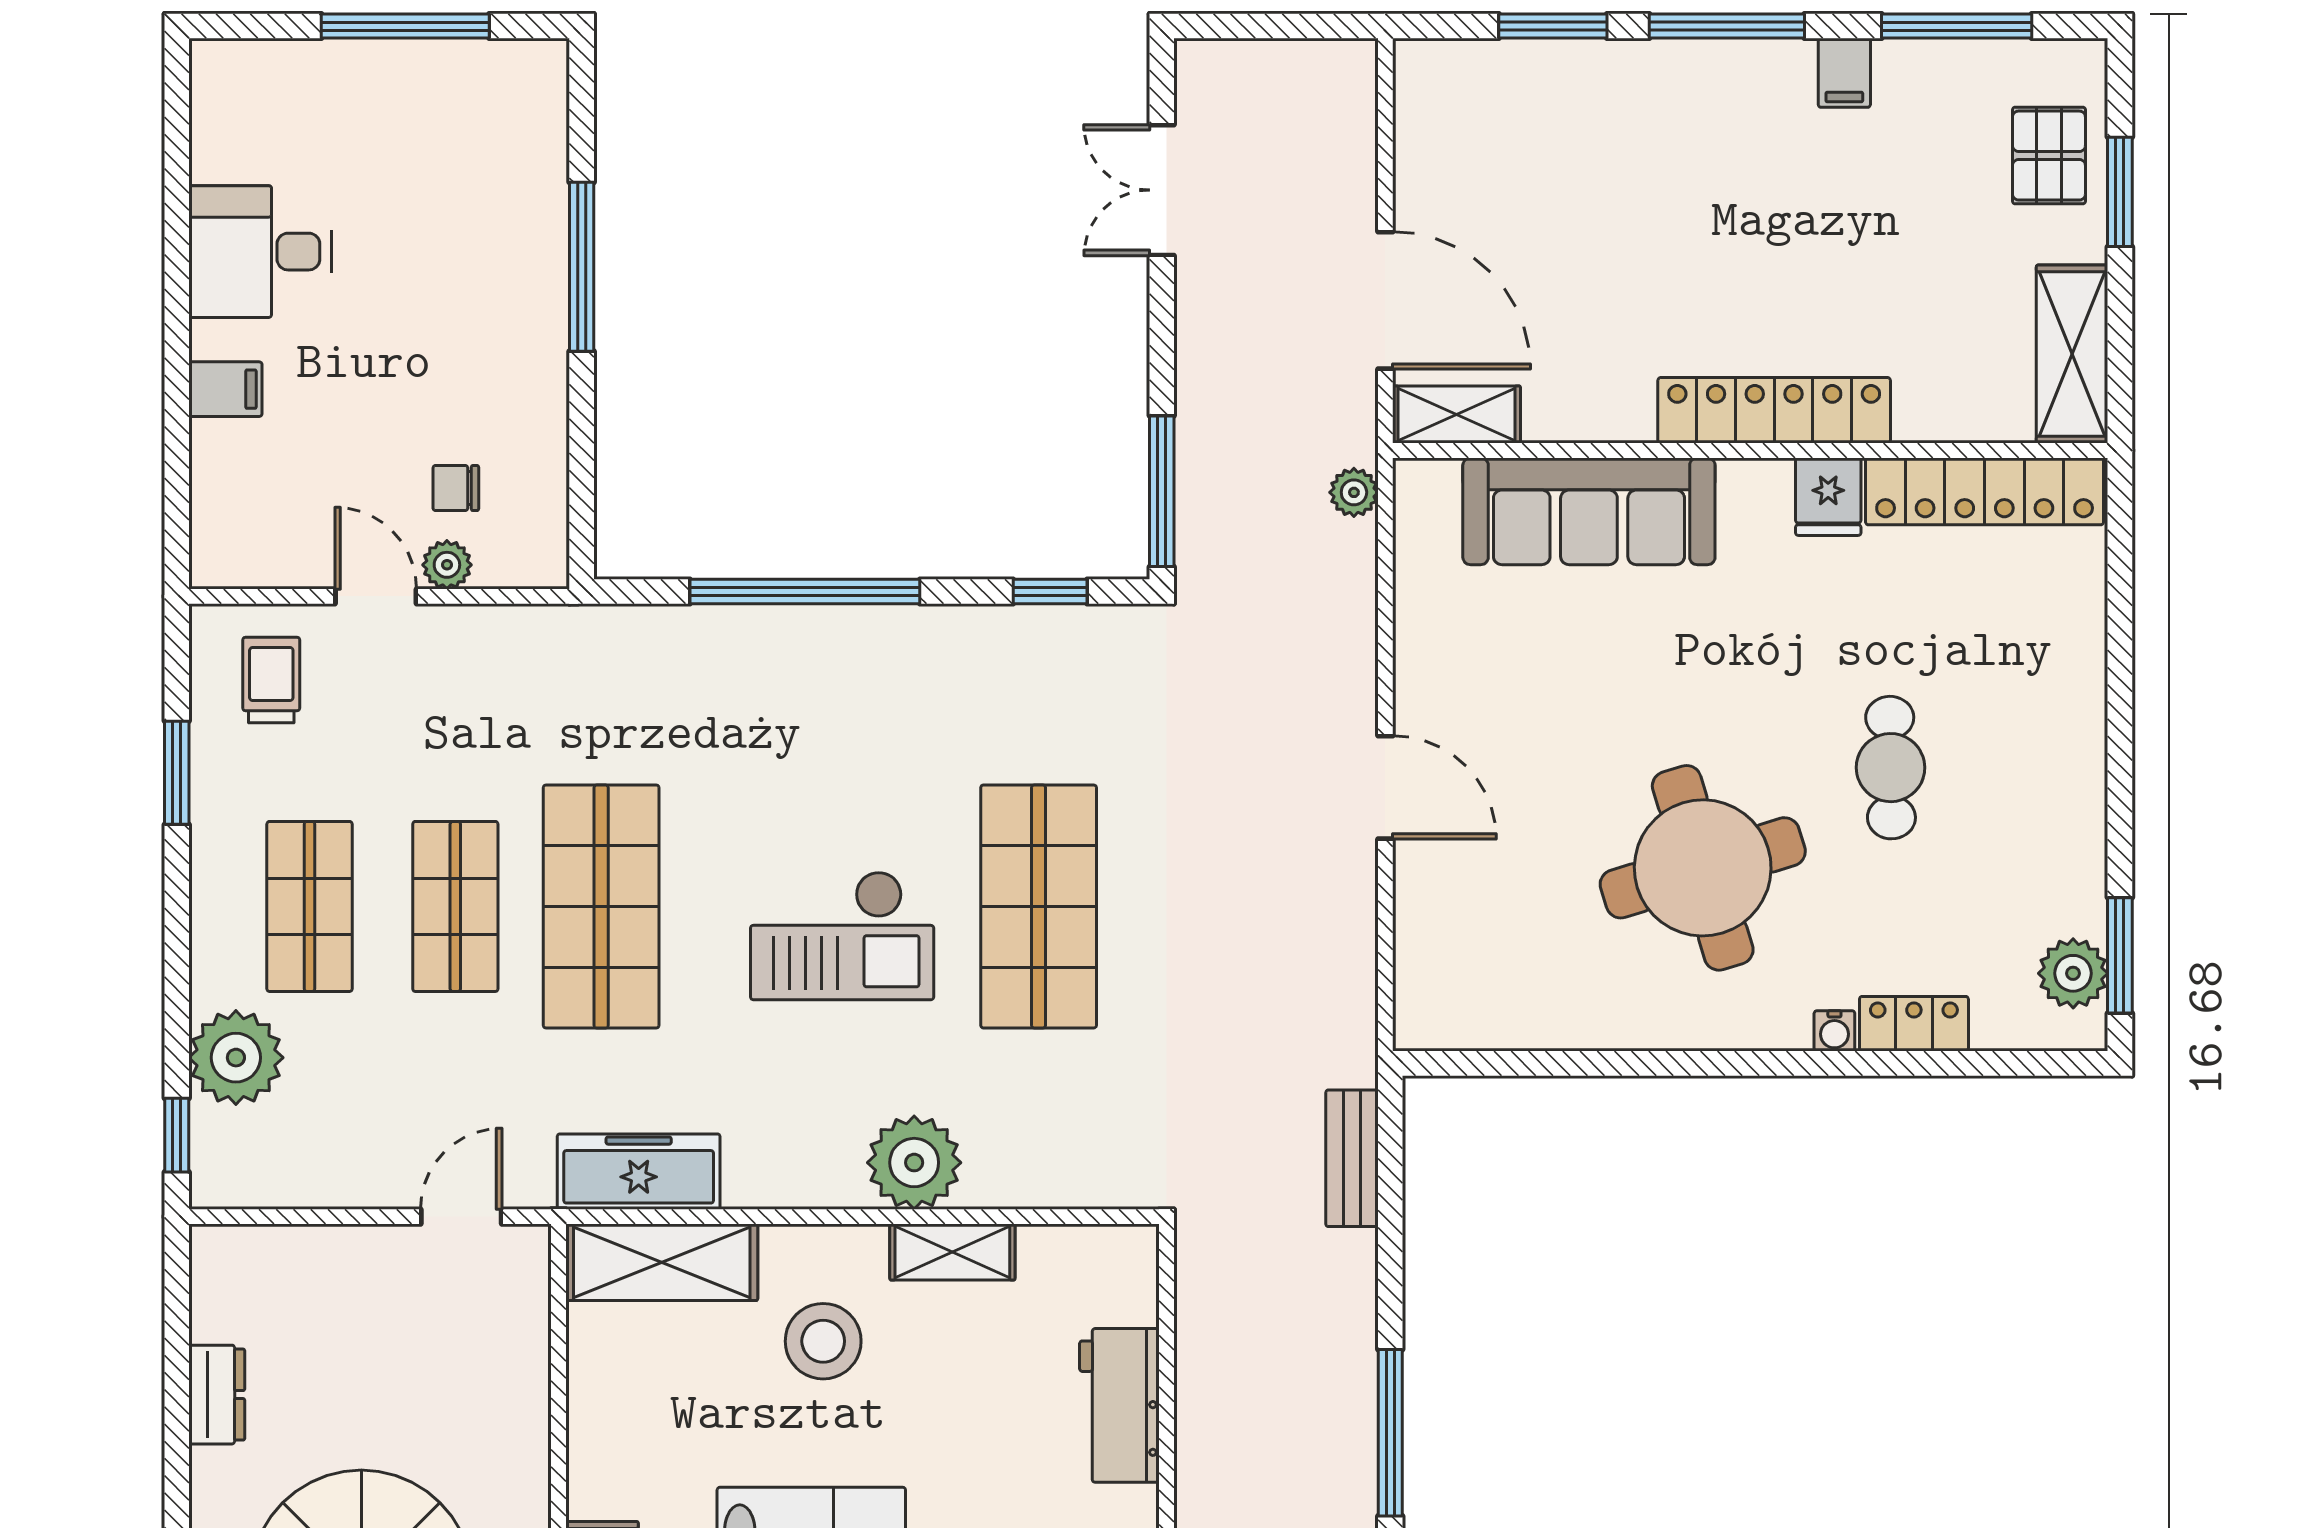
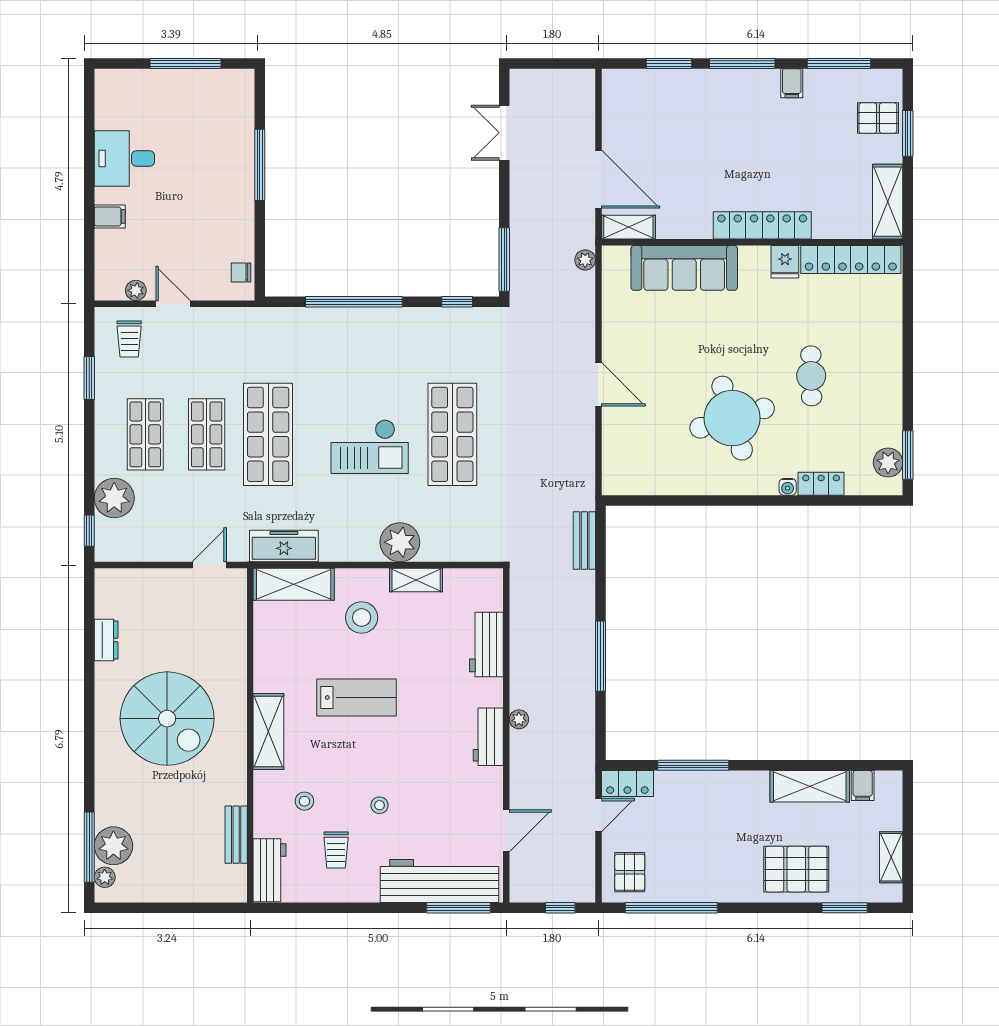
pallet: (2049, 156) -> (878, 118), turned 90
chair: (456, 488) -> (241, 272), moved
plant: (447, 565) -> (136, 290), moved
trolley: (271, 680) -> (129, 339), turned 180

